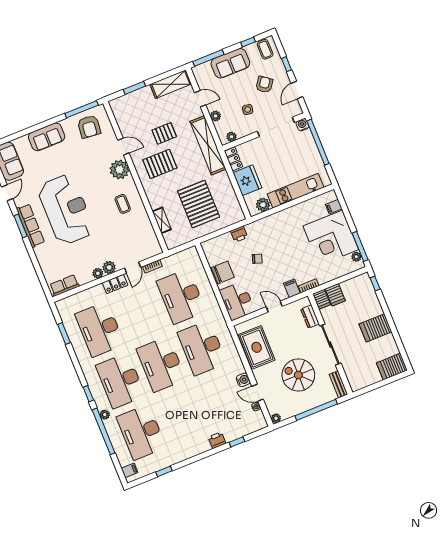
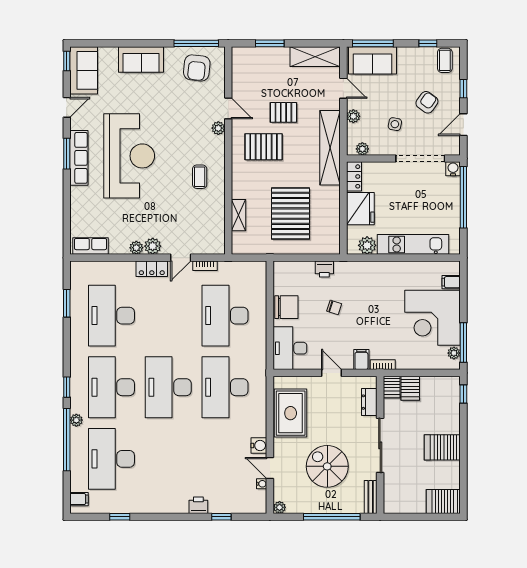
sofa: (230, 63) -> (373, 60), moved
plant: (120, 170) -> (218, 128), width x0.53, depth x0.53

